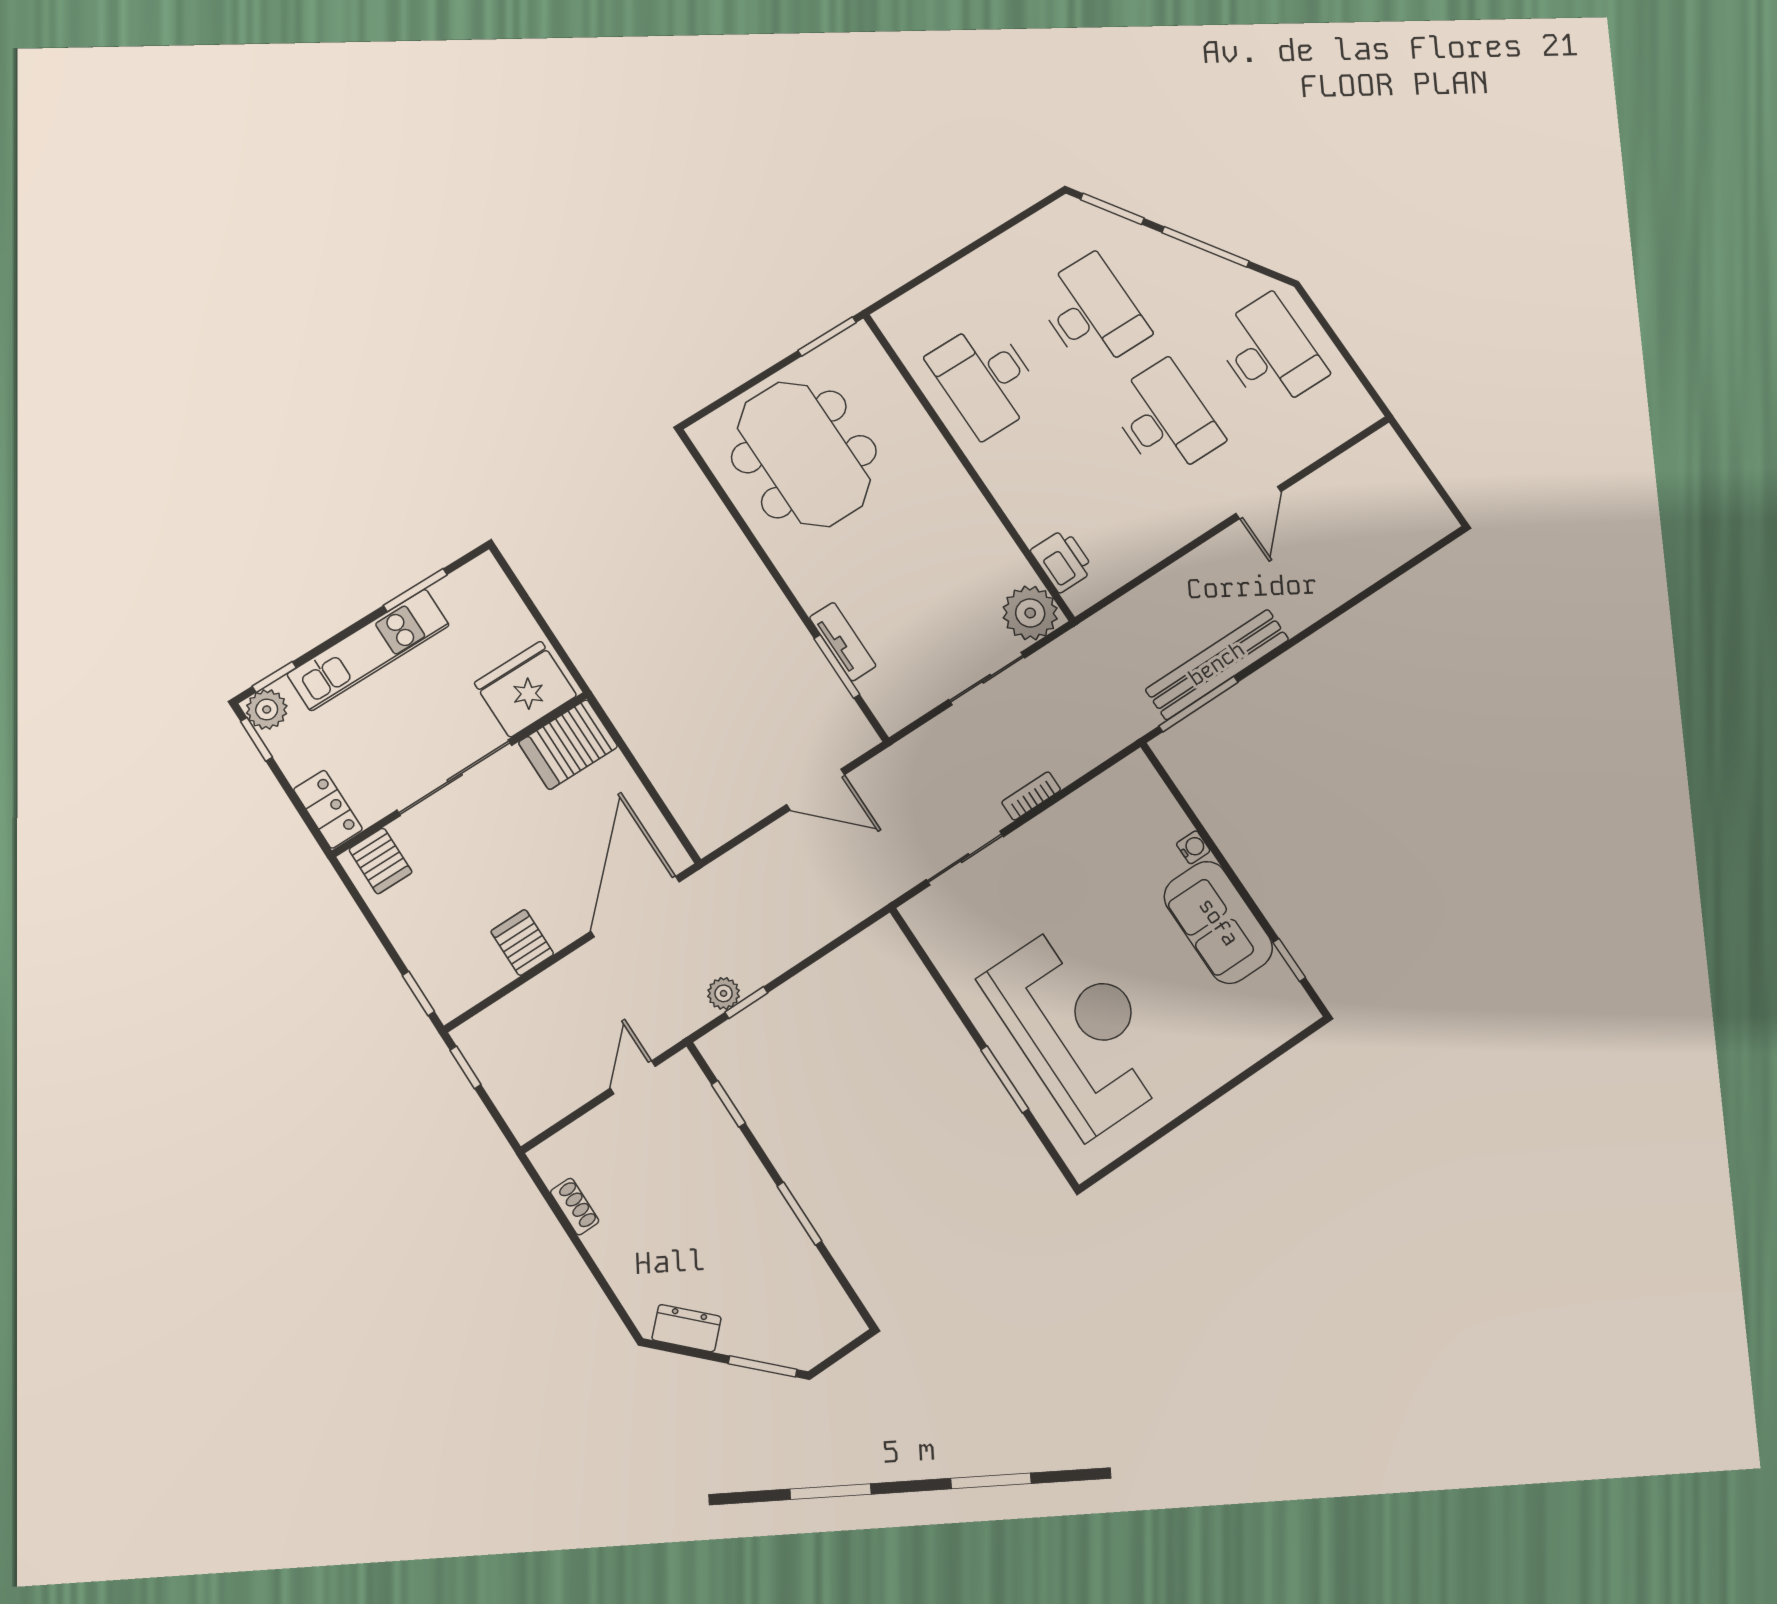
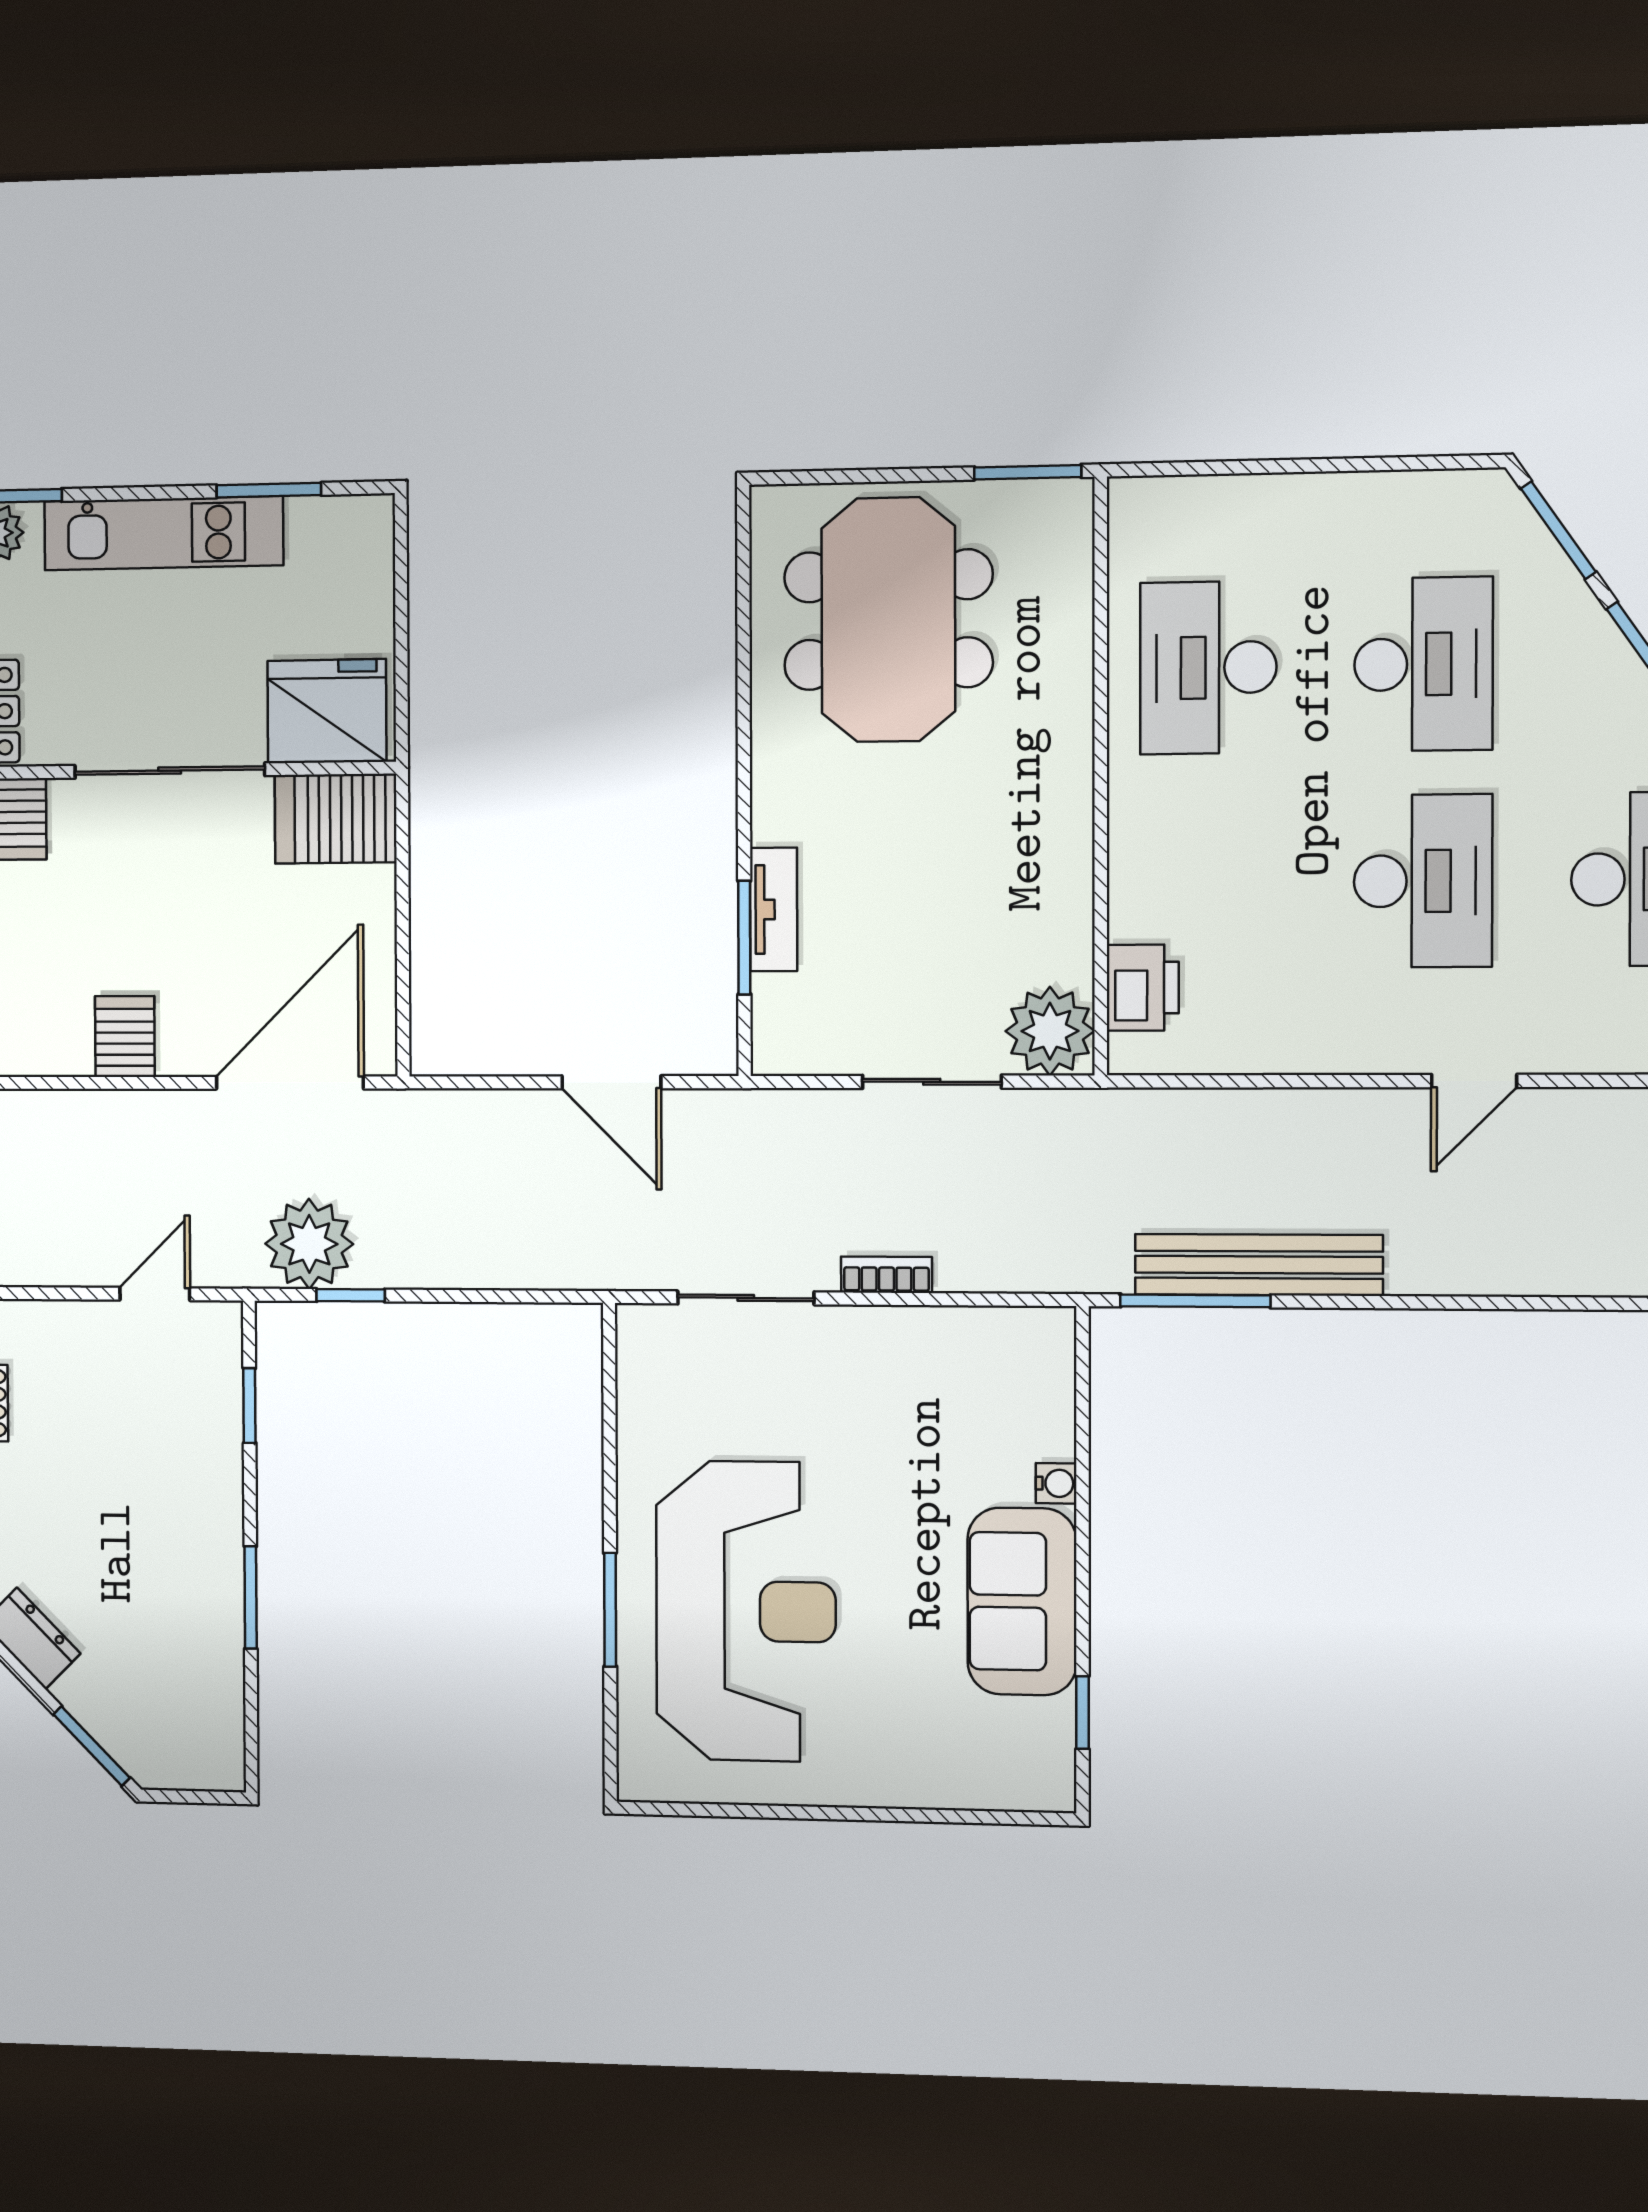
plant: (724, 993) -> (309, 1244), width x1.87, depth x1.87

